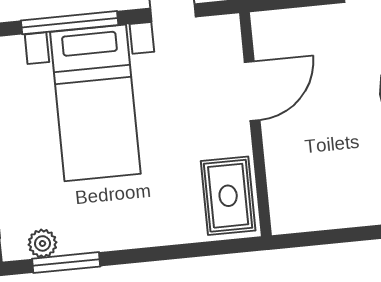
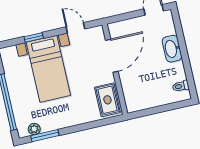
window: (70, 23) -> (34, 37), width x0.46
door: (252, 91) -> (112, 56), width x1.36

